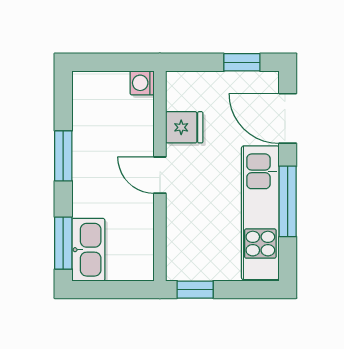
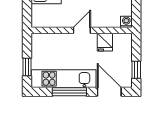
door: (288, 118) -> (109, 92), hinge flipped
window: (195, 290) -> (27, 67), moved

